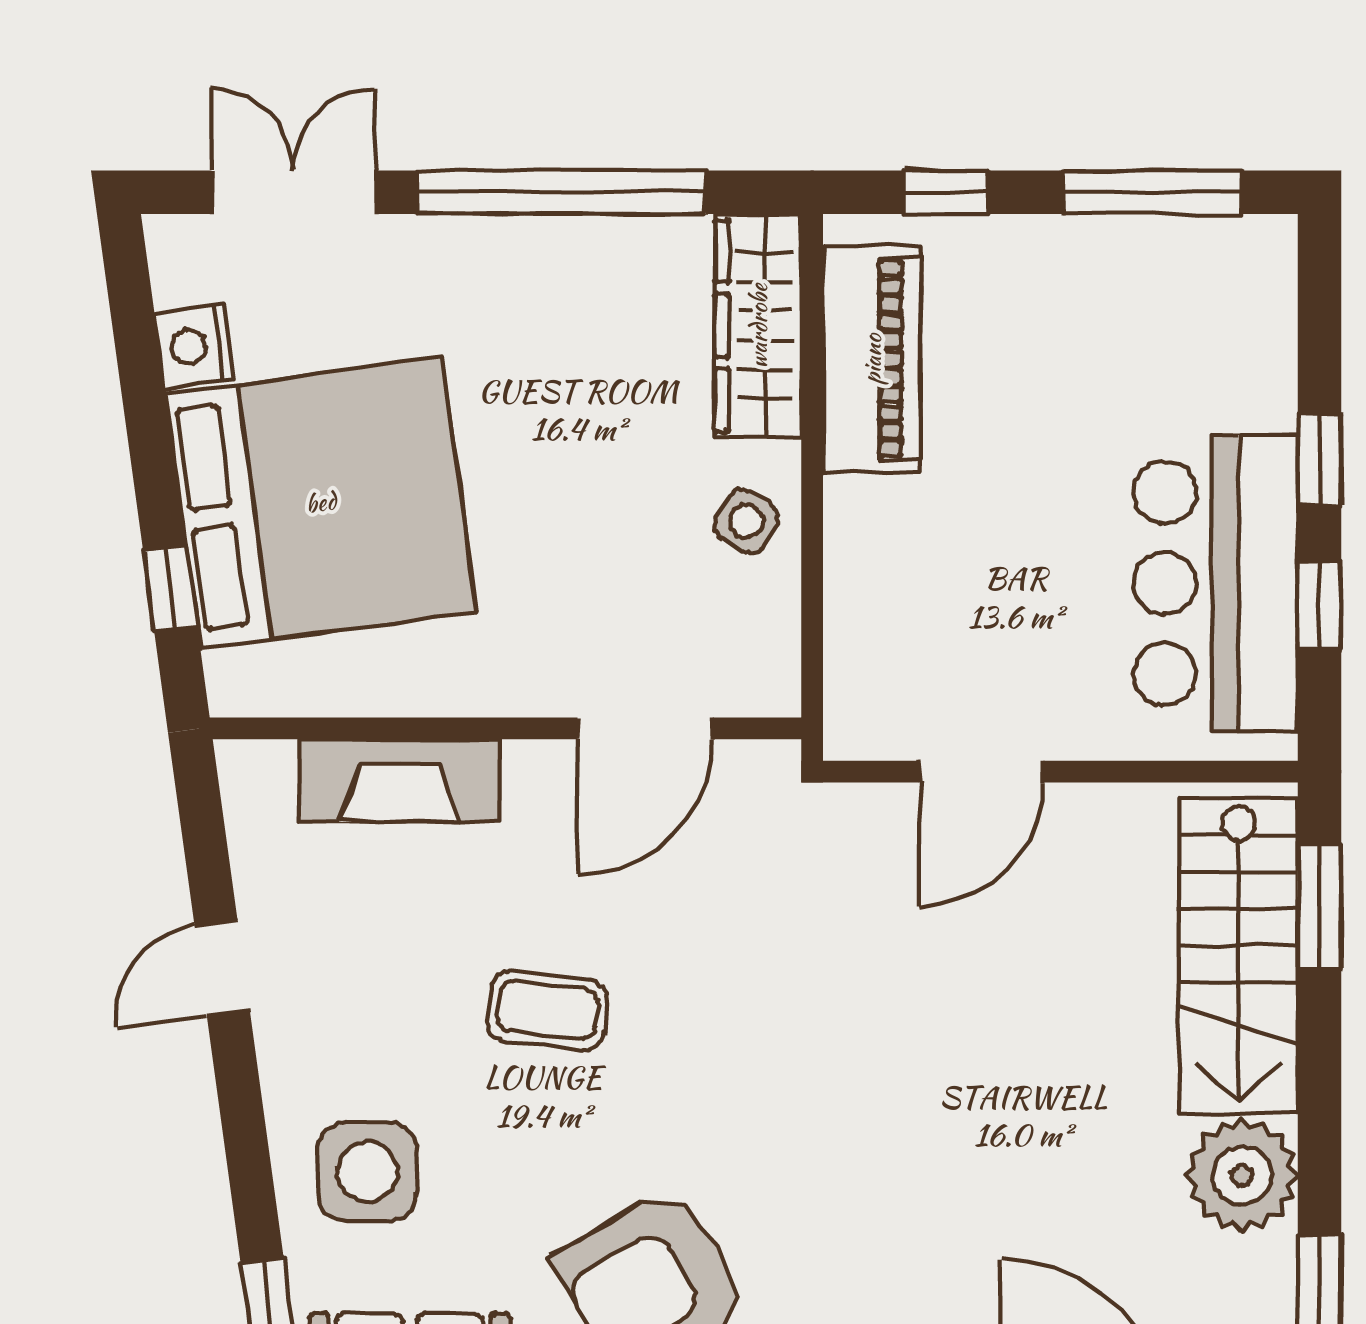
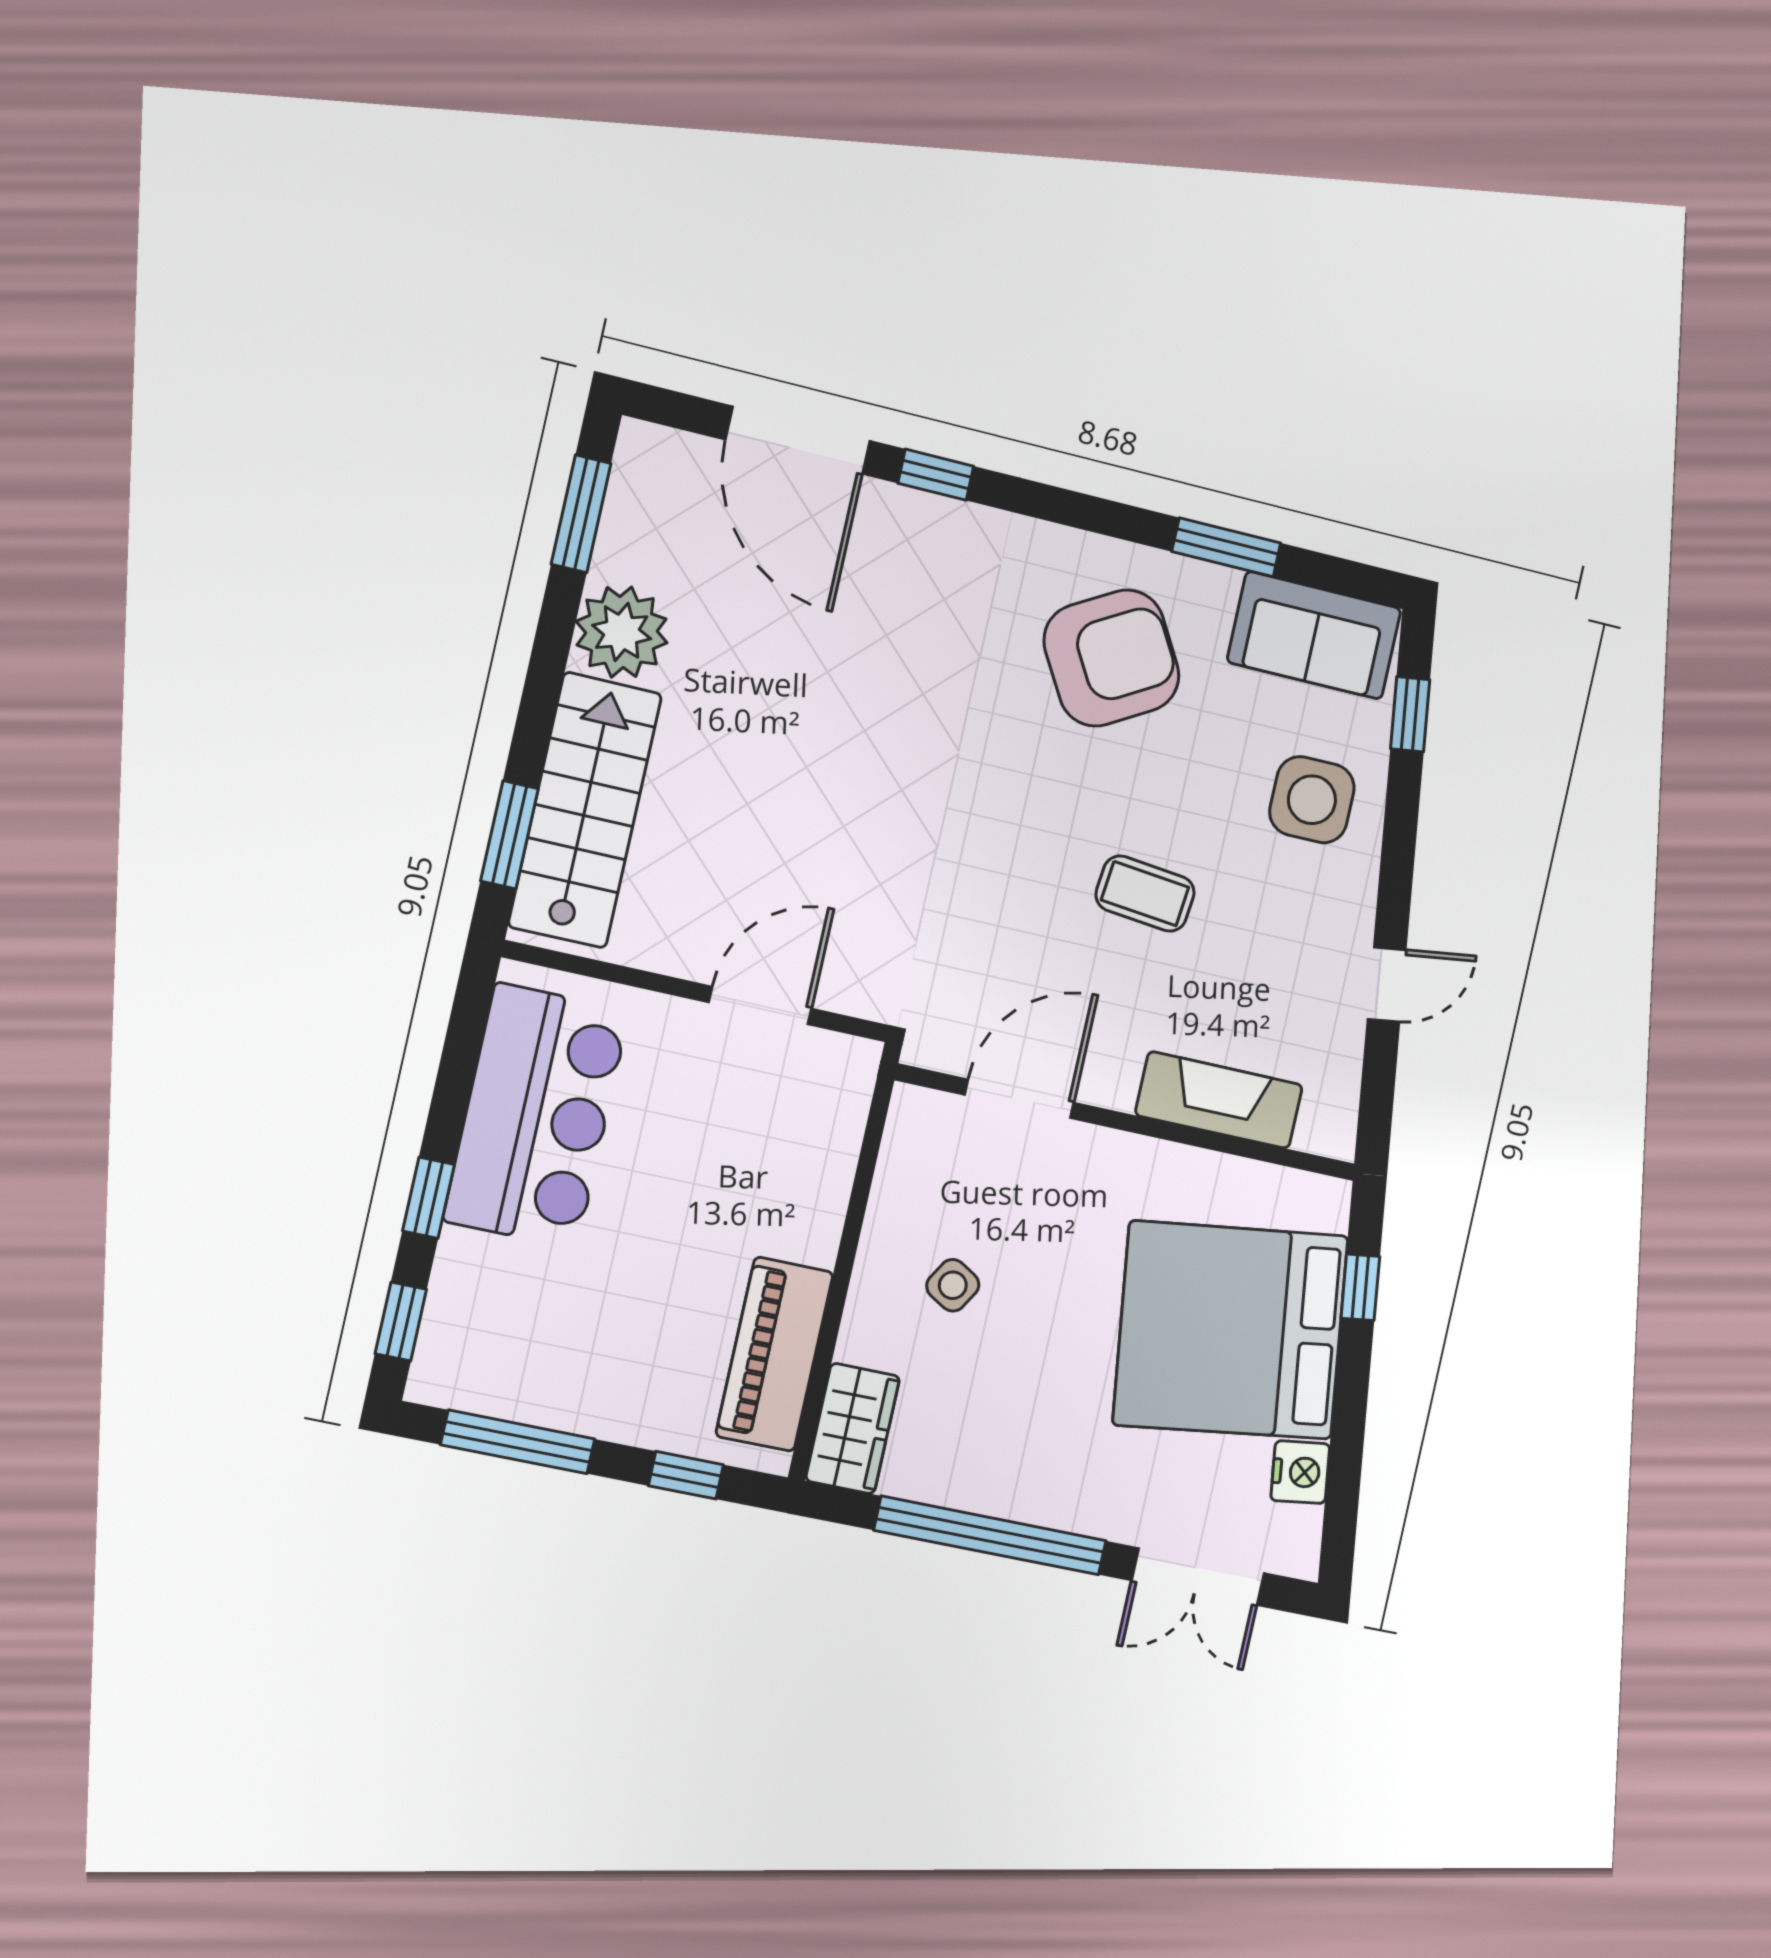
wardrobe: (758, 326) -> (853, 1429), width x0.67
side table: (746, 522) -> (953, 1285), moved
window: (1320, 605) -> (401, 1322), moved

